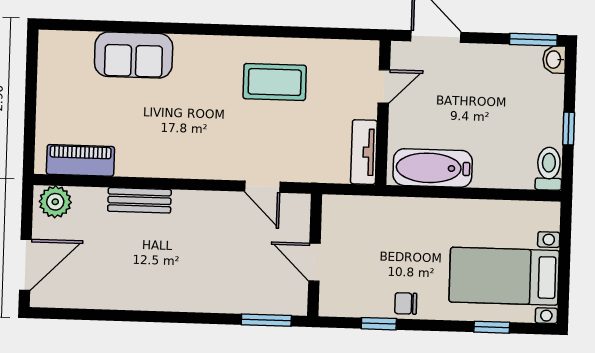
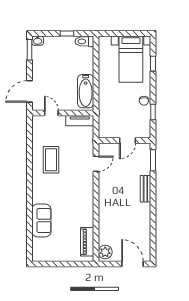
bench: (139, 200) -> (145, 189), moved

